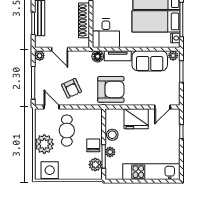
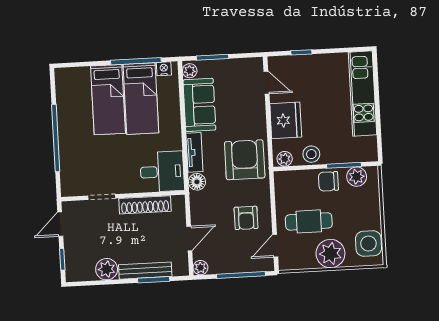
armchair: (71, 88) -> (246, 218), turned 115
plant: (110, 152) -> (285, 159), moved

